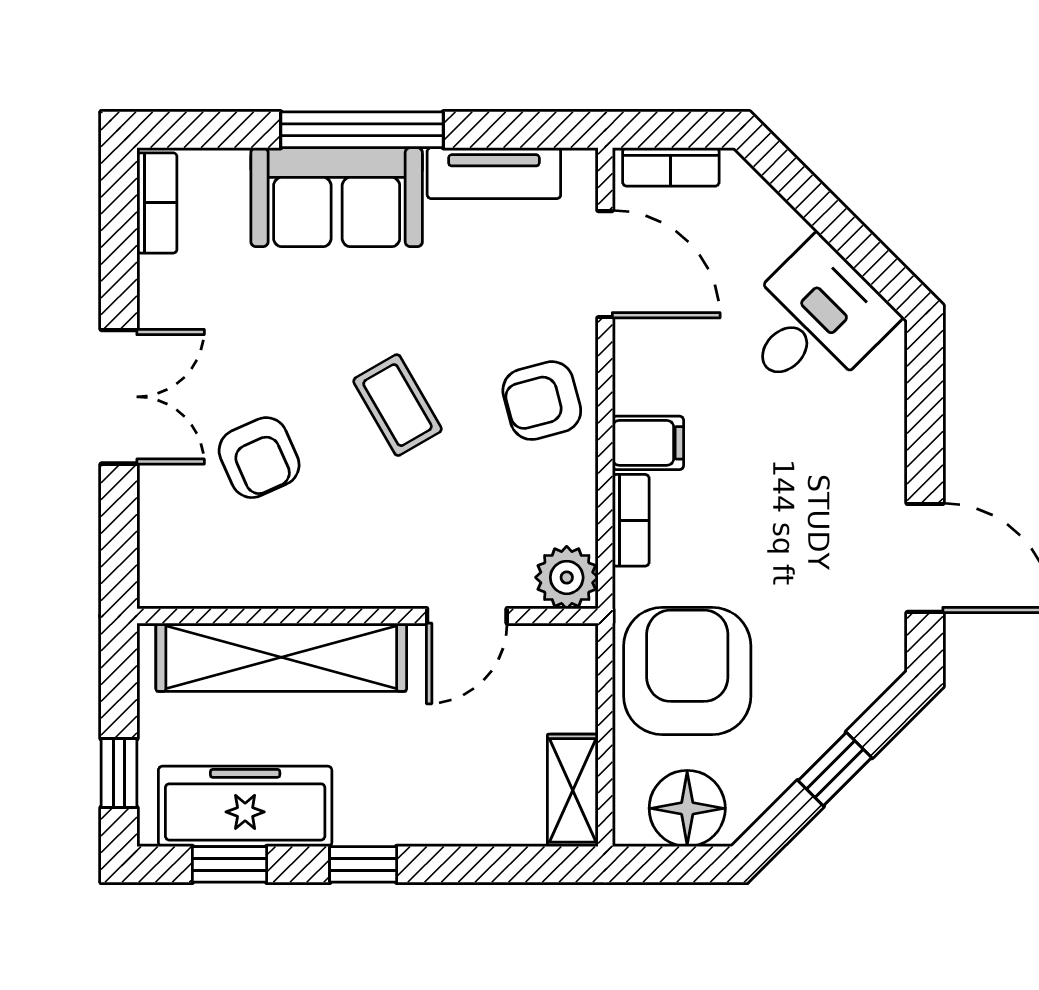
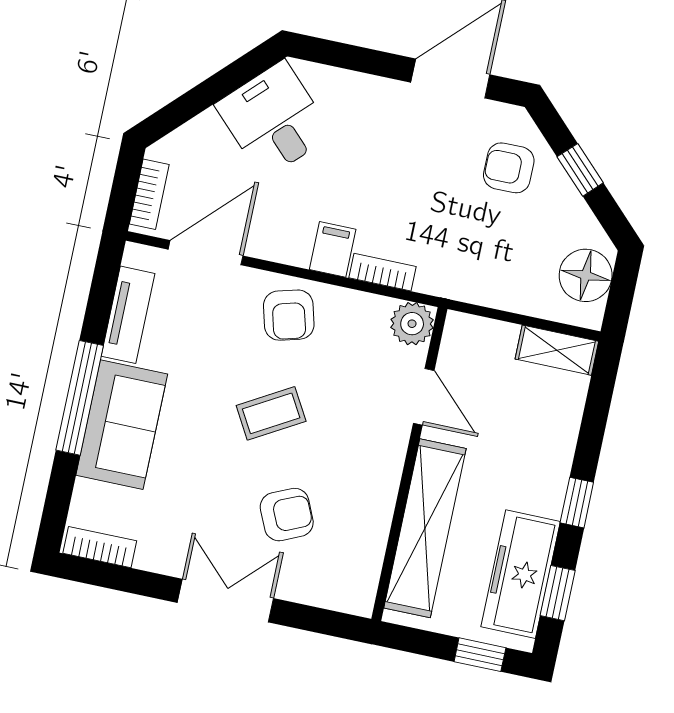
armchair: (687, 671) -> (509, 168), moved, width x0.53, depth x0.53

